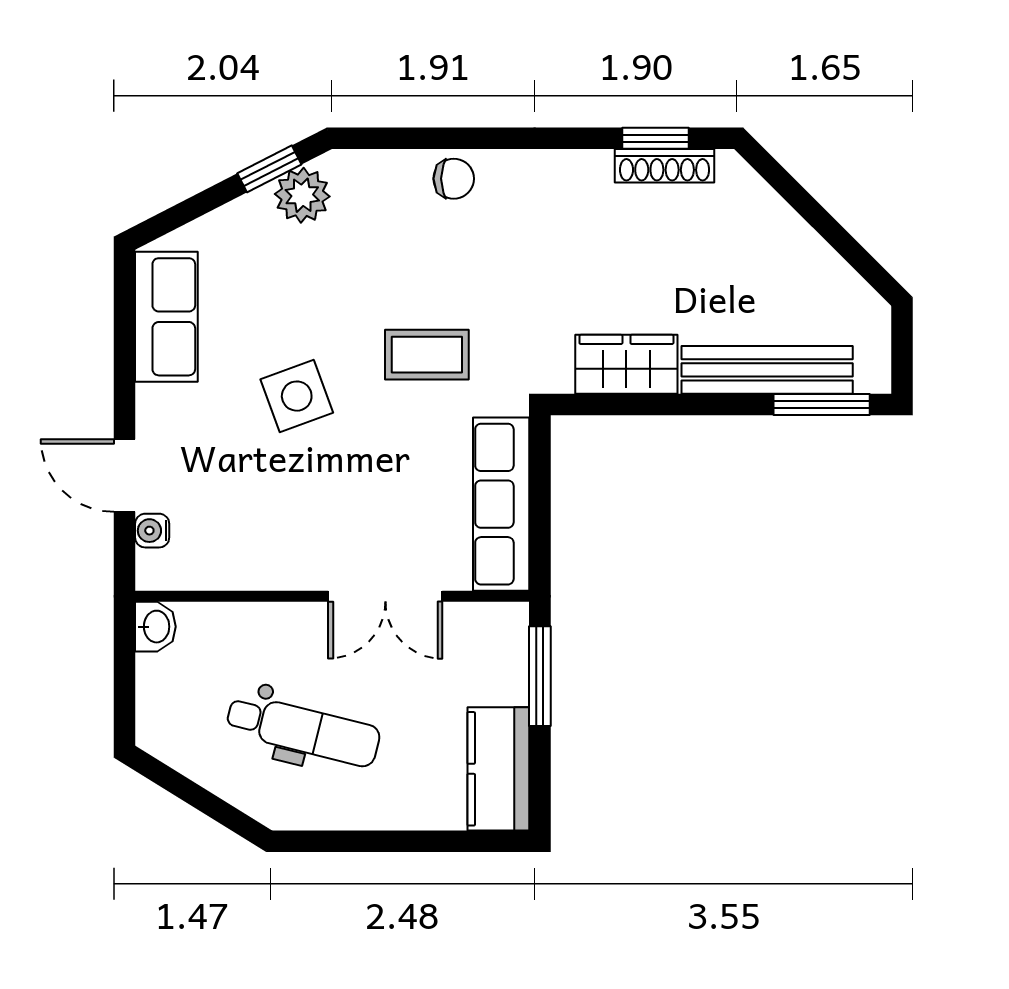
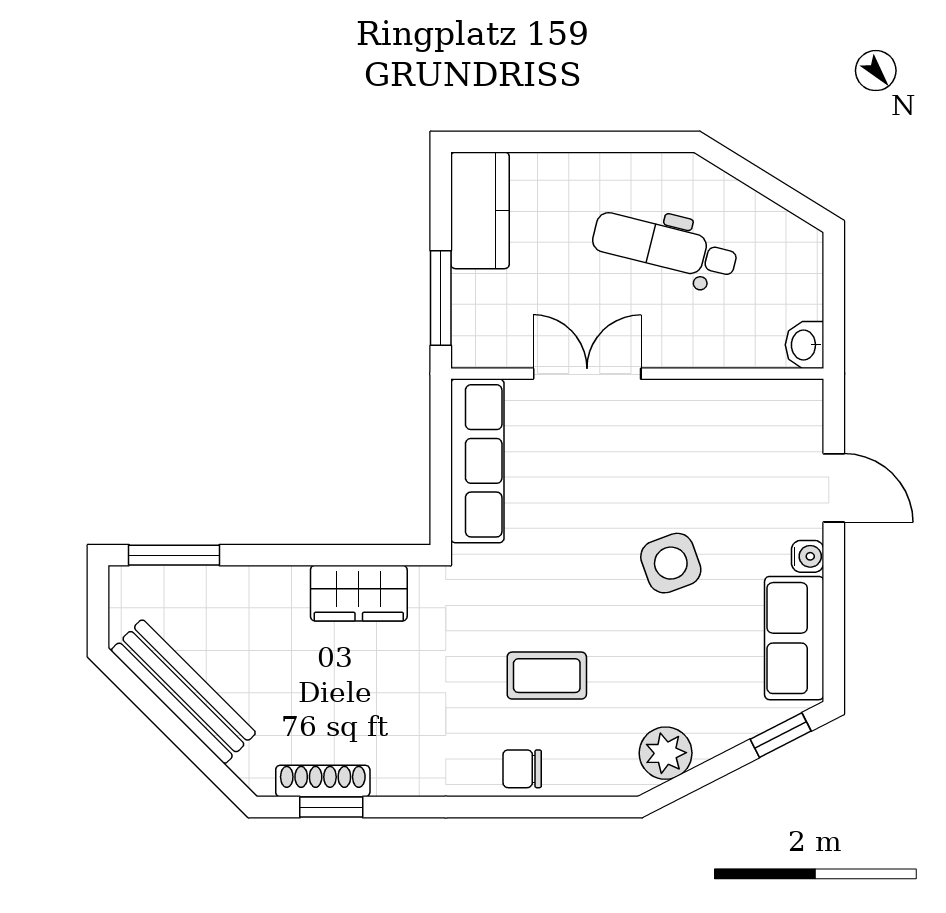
window: (269, 169) -> (781, 735), moved
coffee table: (427, 355) -> (547, 676), moved
bench: (767, 370) -> (183, 692), moved, turned 45
water cooler: (152, 531) -> (808, 556), moved

